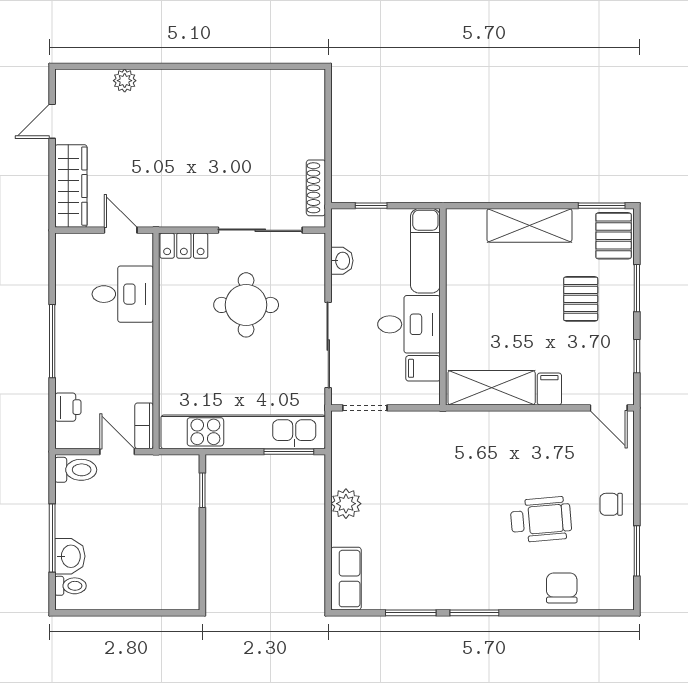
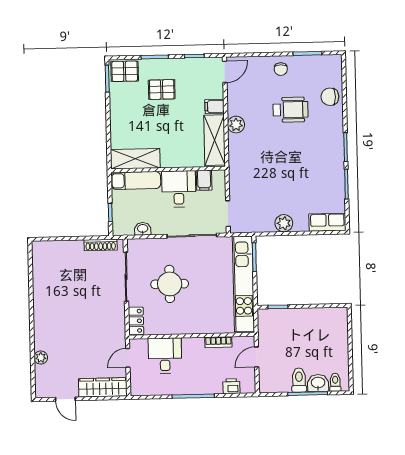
shelving: (529, 225) -> (135, 159), moved, turned 90
plant: (518, 425) -> (236, 125), added
bookcase: (144, 426) -> (218, 342), moved
toilet: (76, 470) -> (299, 380), moved
wheelchair: (541, 520) -> (290, 110), turned 95

